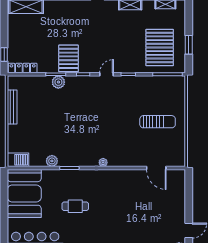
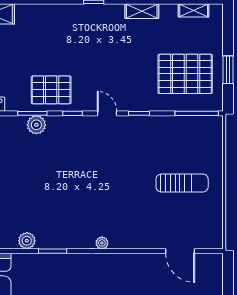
pallet: (160, 47) -> (185, 74), turned 90
pallet: (68, 58) -> (51, 90), turned 90
door: (106, 74) -> (107, 113), hinge flipped

